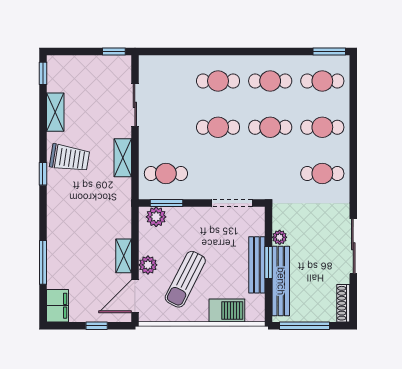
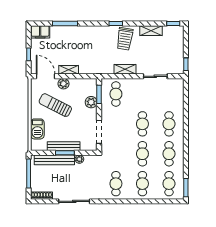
plant: (156, 217) -> (91, 102), moved

